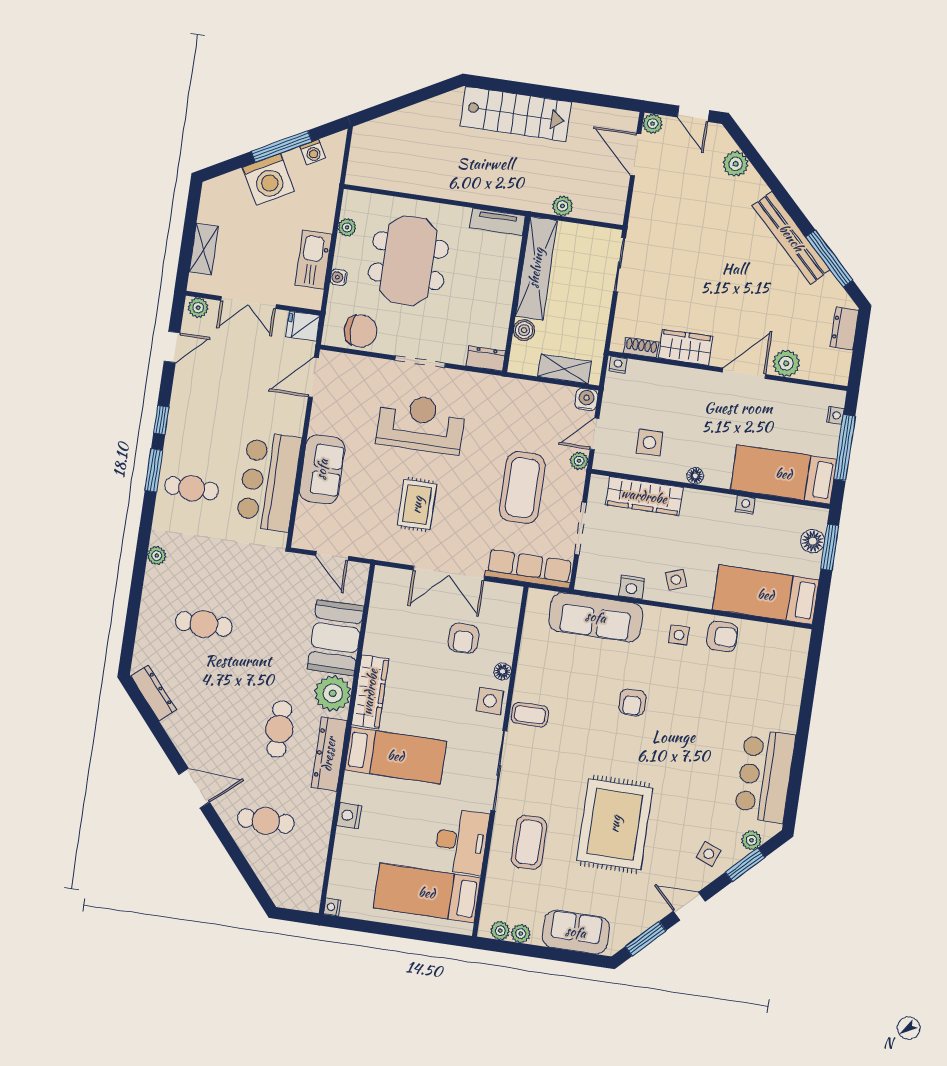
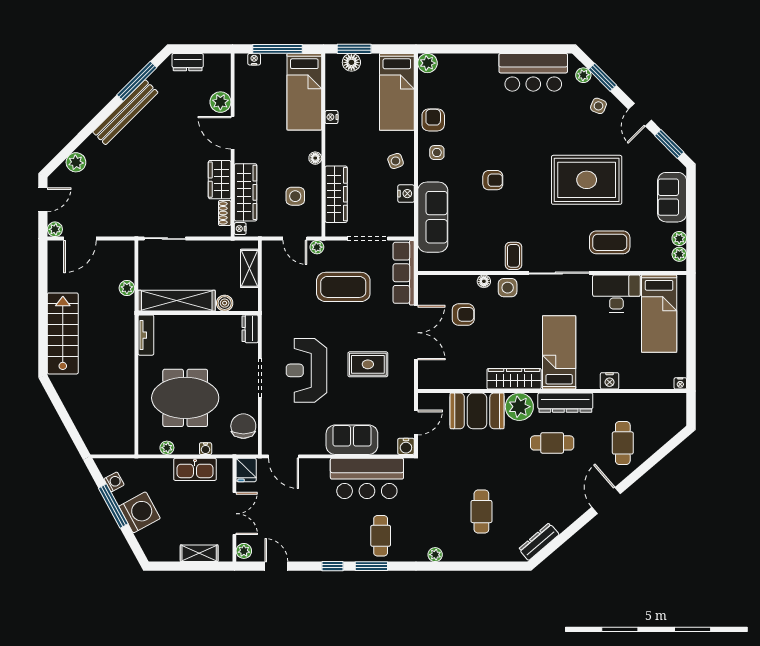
wardrobe: (664, 379) -> (246, 192), added
water cooler: (586, 399) -> (406, 446), moved, turned -90
plant: (797, 640) -> (427, 63), added

